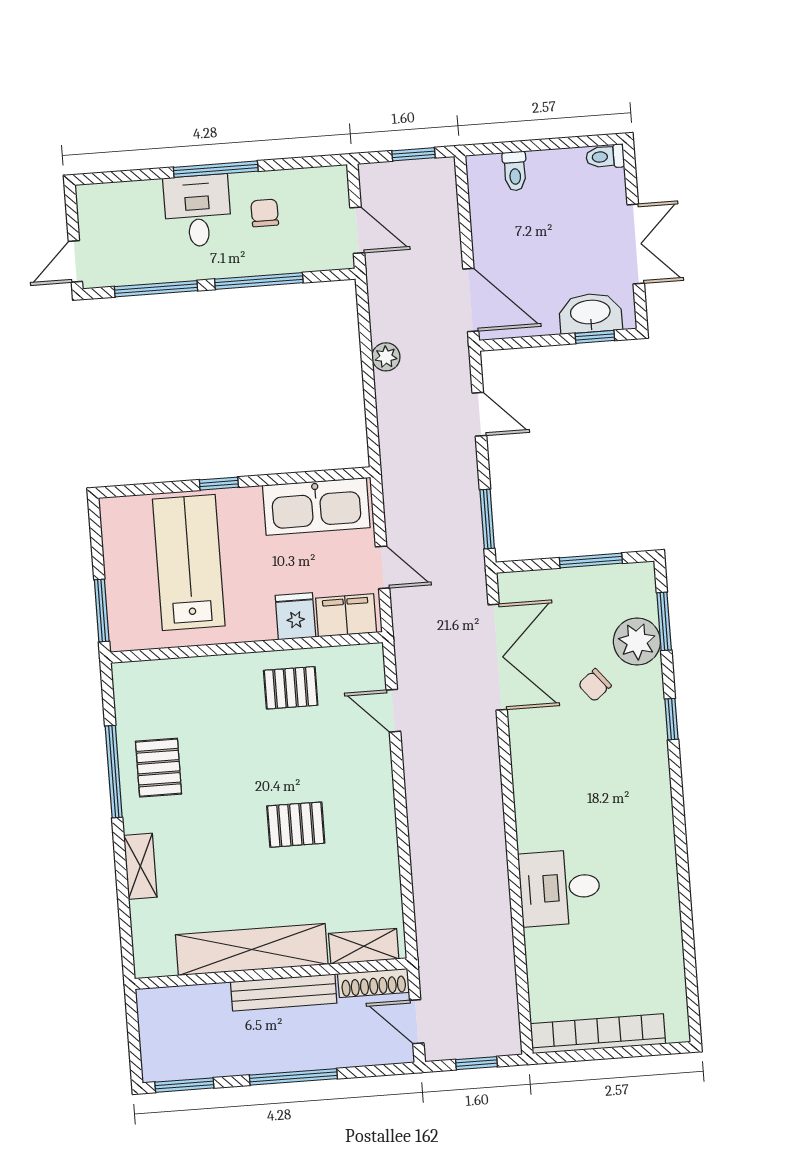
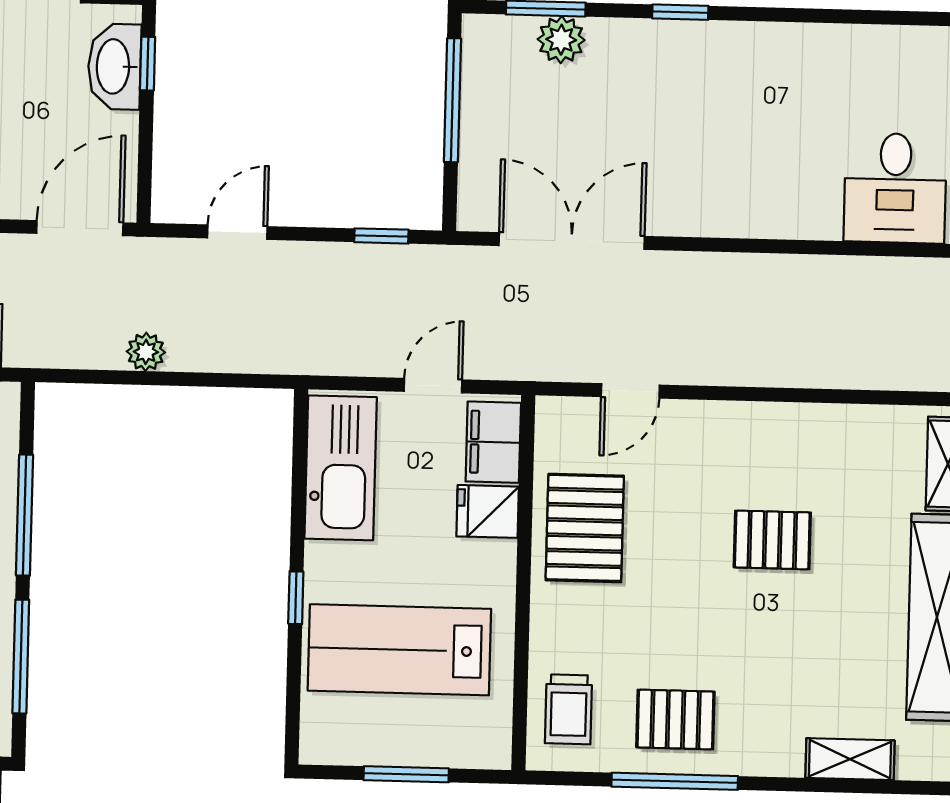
window: (487, 519) -> (381, 236), width x0.67
window: (591, 561) -> (453, 100), width x1.44
window: (102, 611) -> (406, 774), moved
plant: (637, 642) -> (561, 40), width x0.73, depth x0.73
chair: (595, 685) -> (623, 112), removed
pallet: (291, 688) -> (585, 528), width x1.50, depth x1.42
trolley: (158, 689) -> (569, 709), added
pallet: (296, 825) -> (772, 540), turned 90
shelving: (140, 866) -> (850, 759), moved

